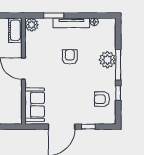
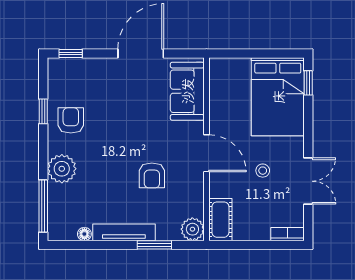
armchair: (70, 57) -> (152, 175), moved
window: (118, 65) -> (43, 206), moved
armchair: (102, 99) -> (71, 120), moved, turned -90
window: (88, 127) -> (71, 53), moved

